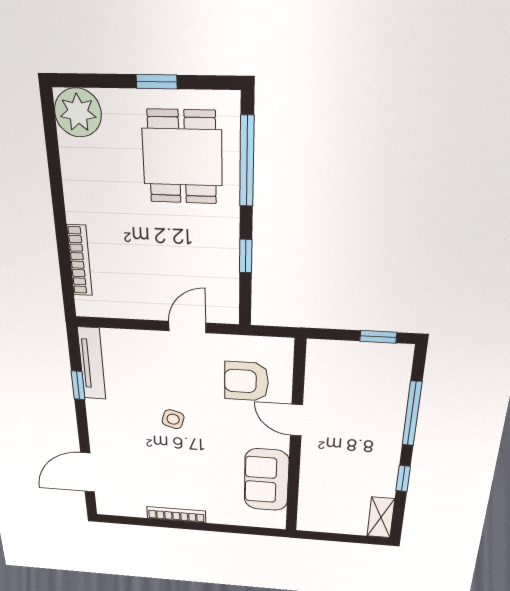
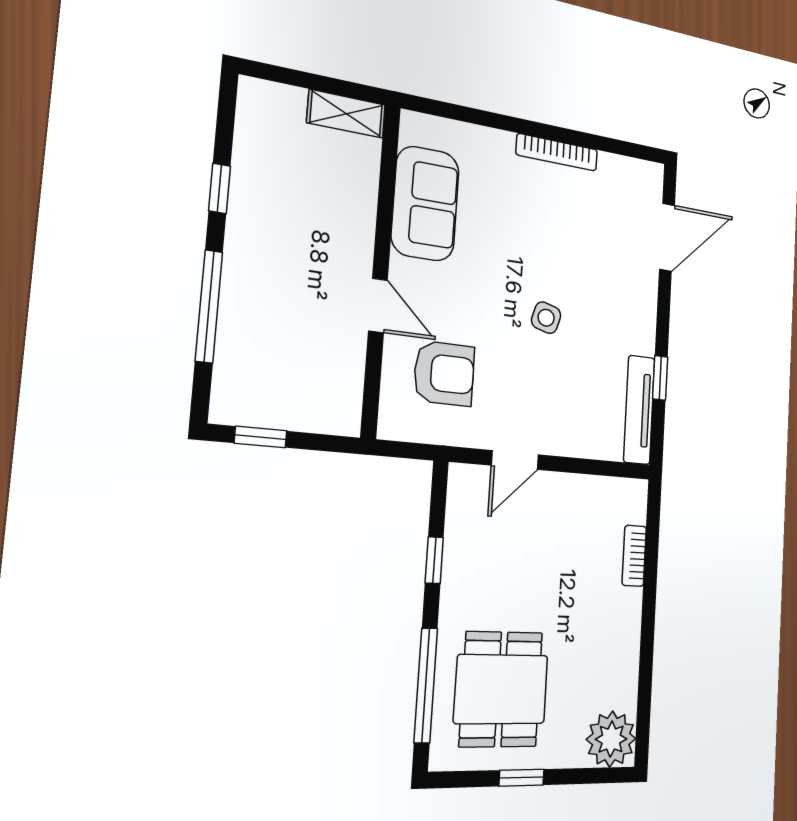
bookcase: (80, 261) -> (634, 556), width x0.64
shelving: (381, 517) -> (346, 114), moved, turned 90

